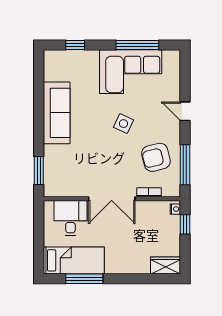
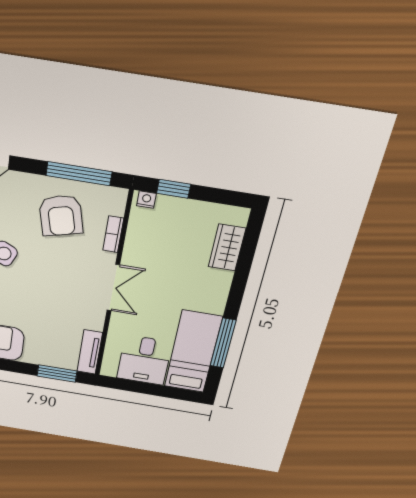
tv unit: (60, 191) -> (90, 352), added
double door: (112, 199) -> (113, 288), width x0.73
desk: (70, 218) -> (144, 360), moved, turned -90
wardrobe: (165, 265) -> (227, 248), moved

